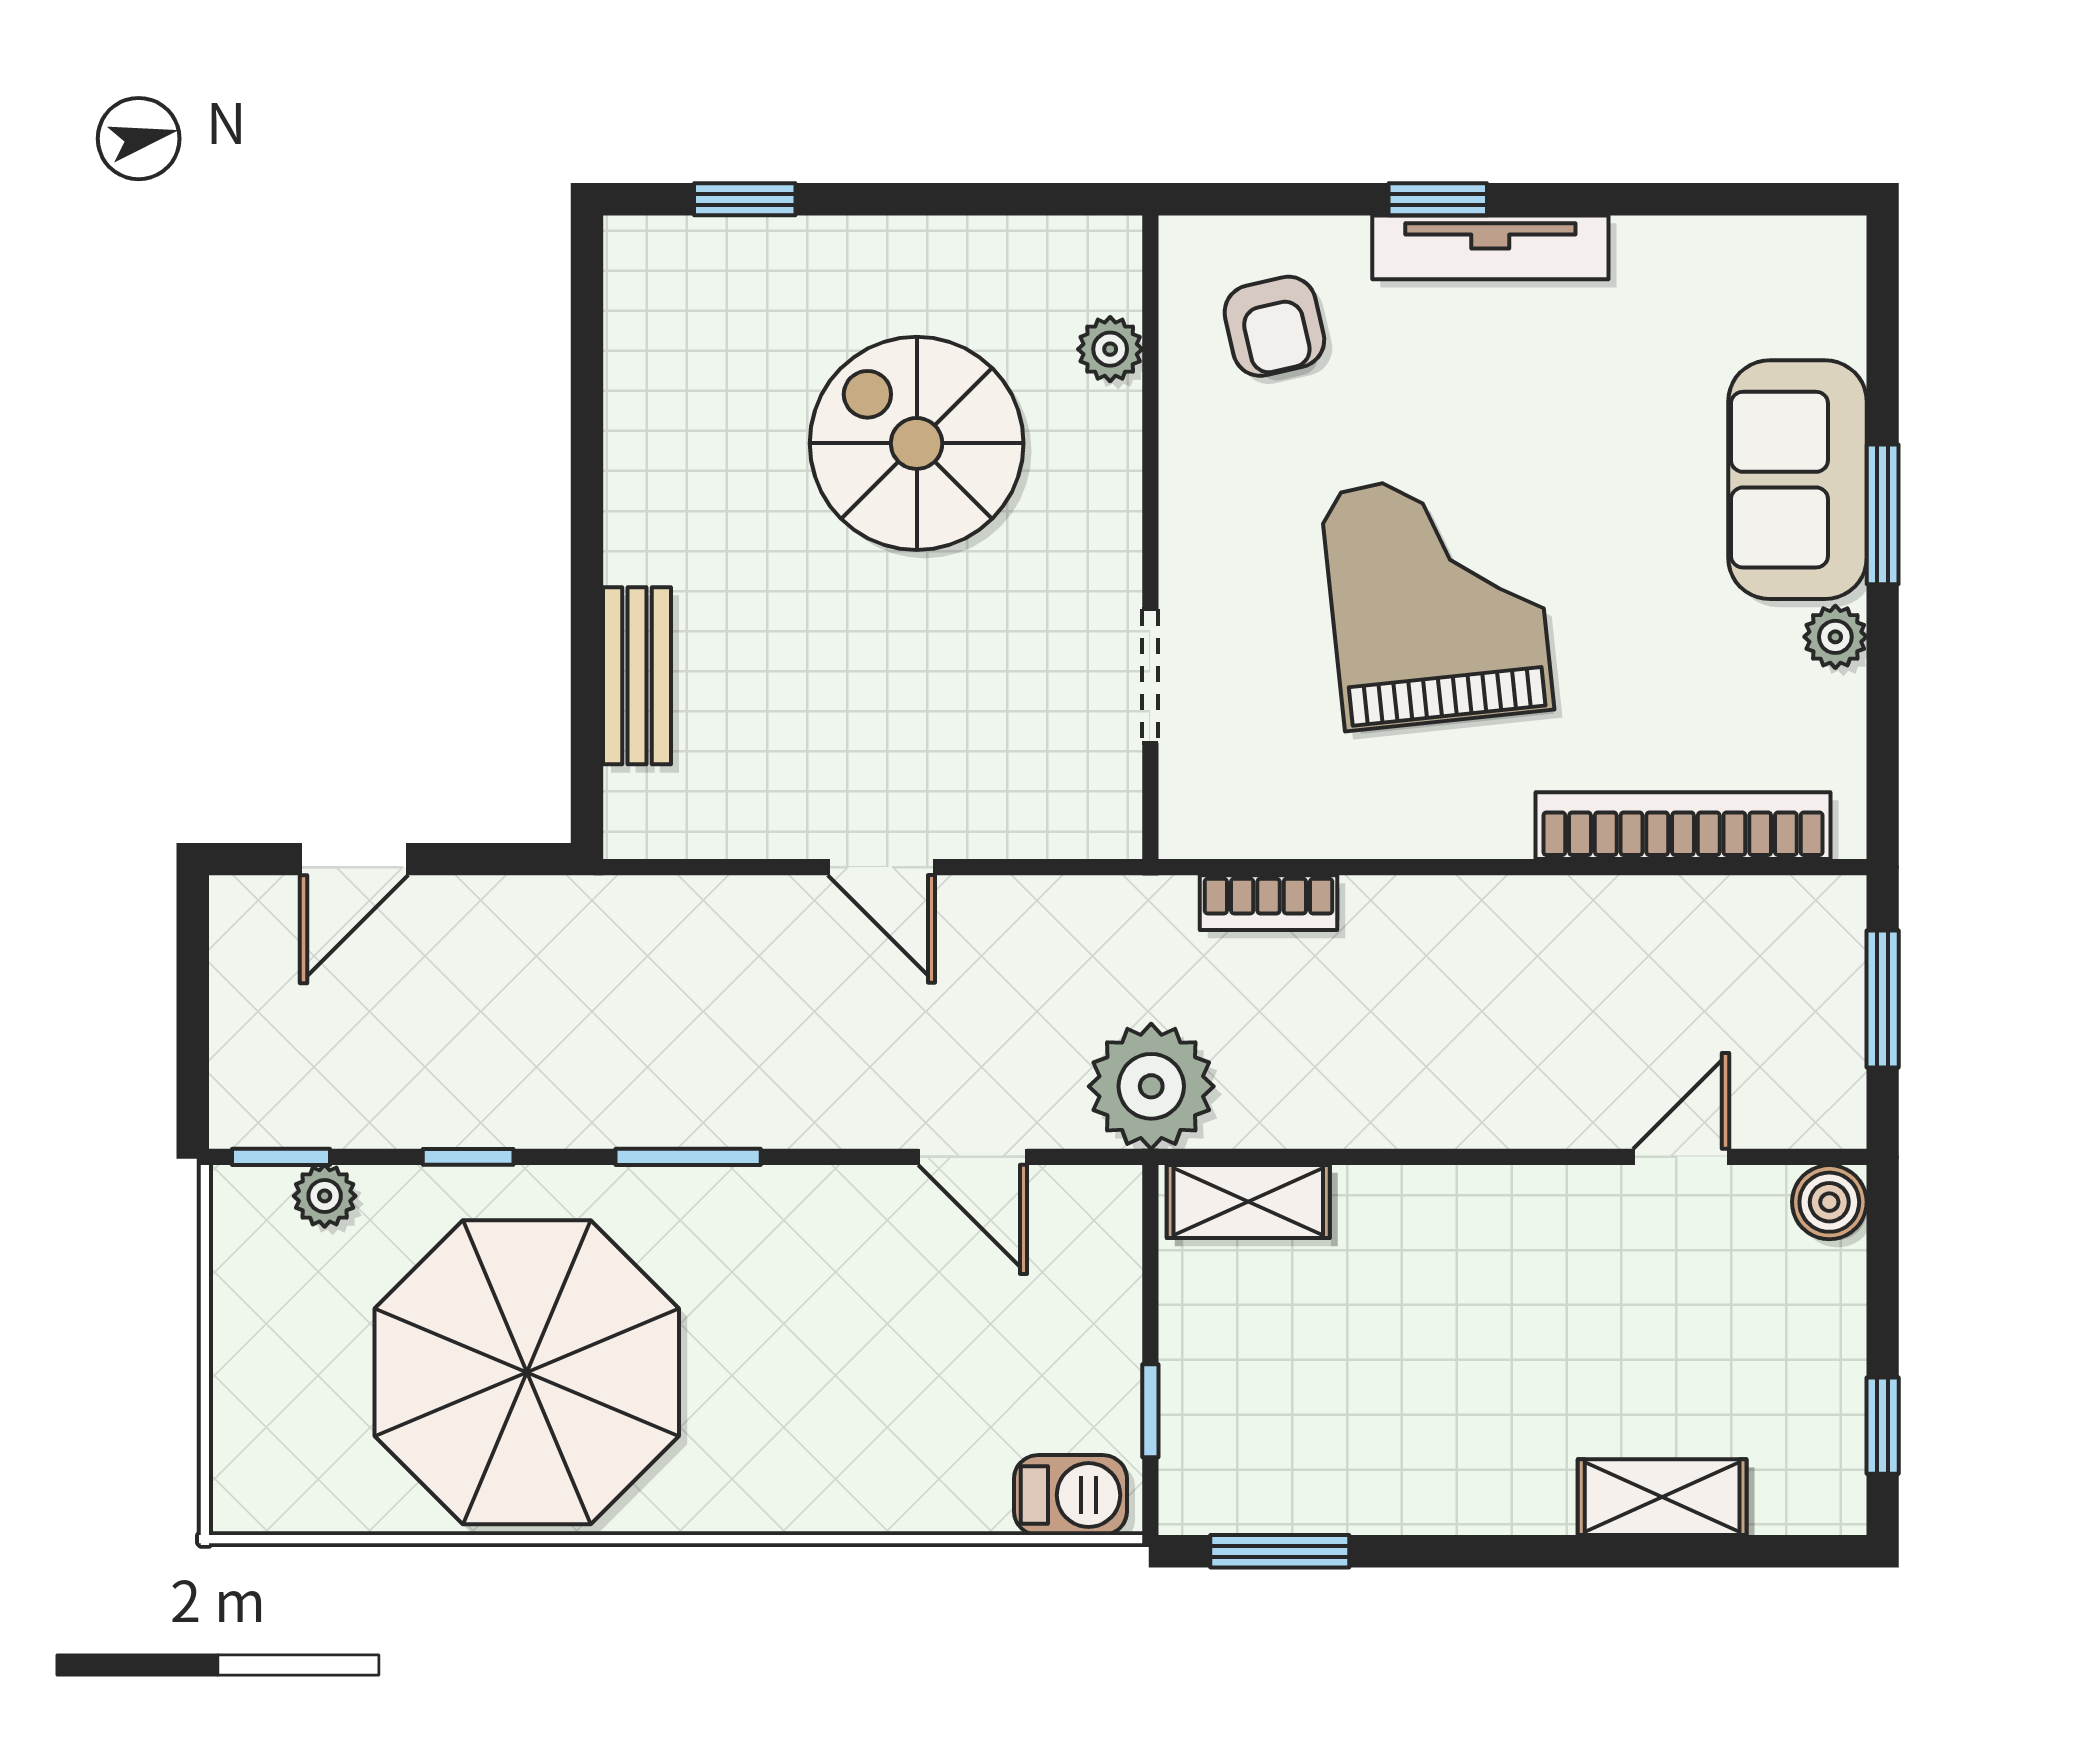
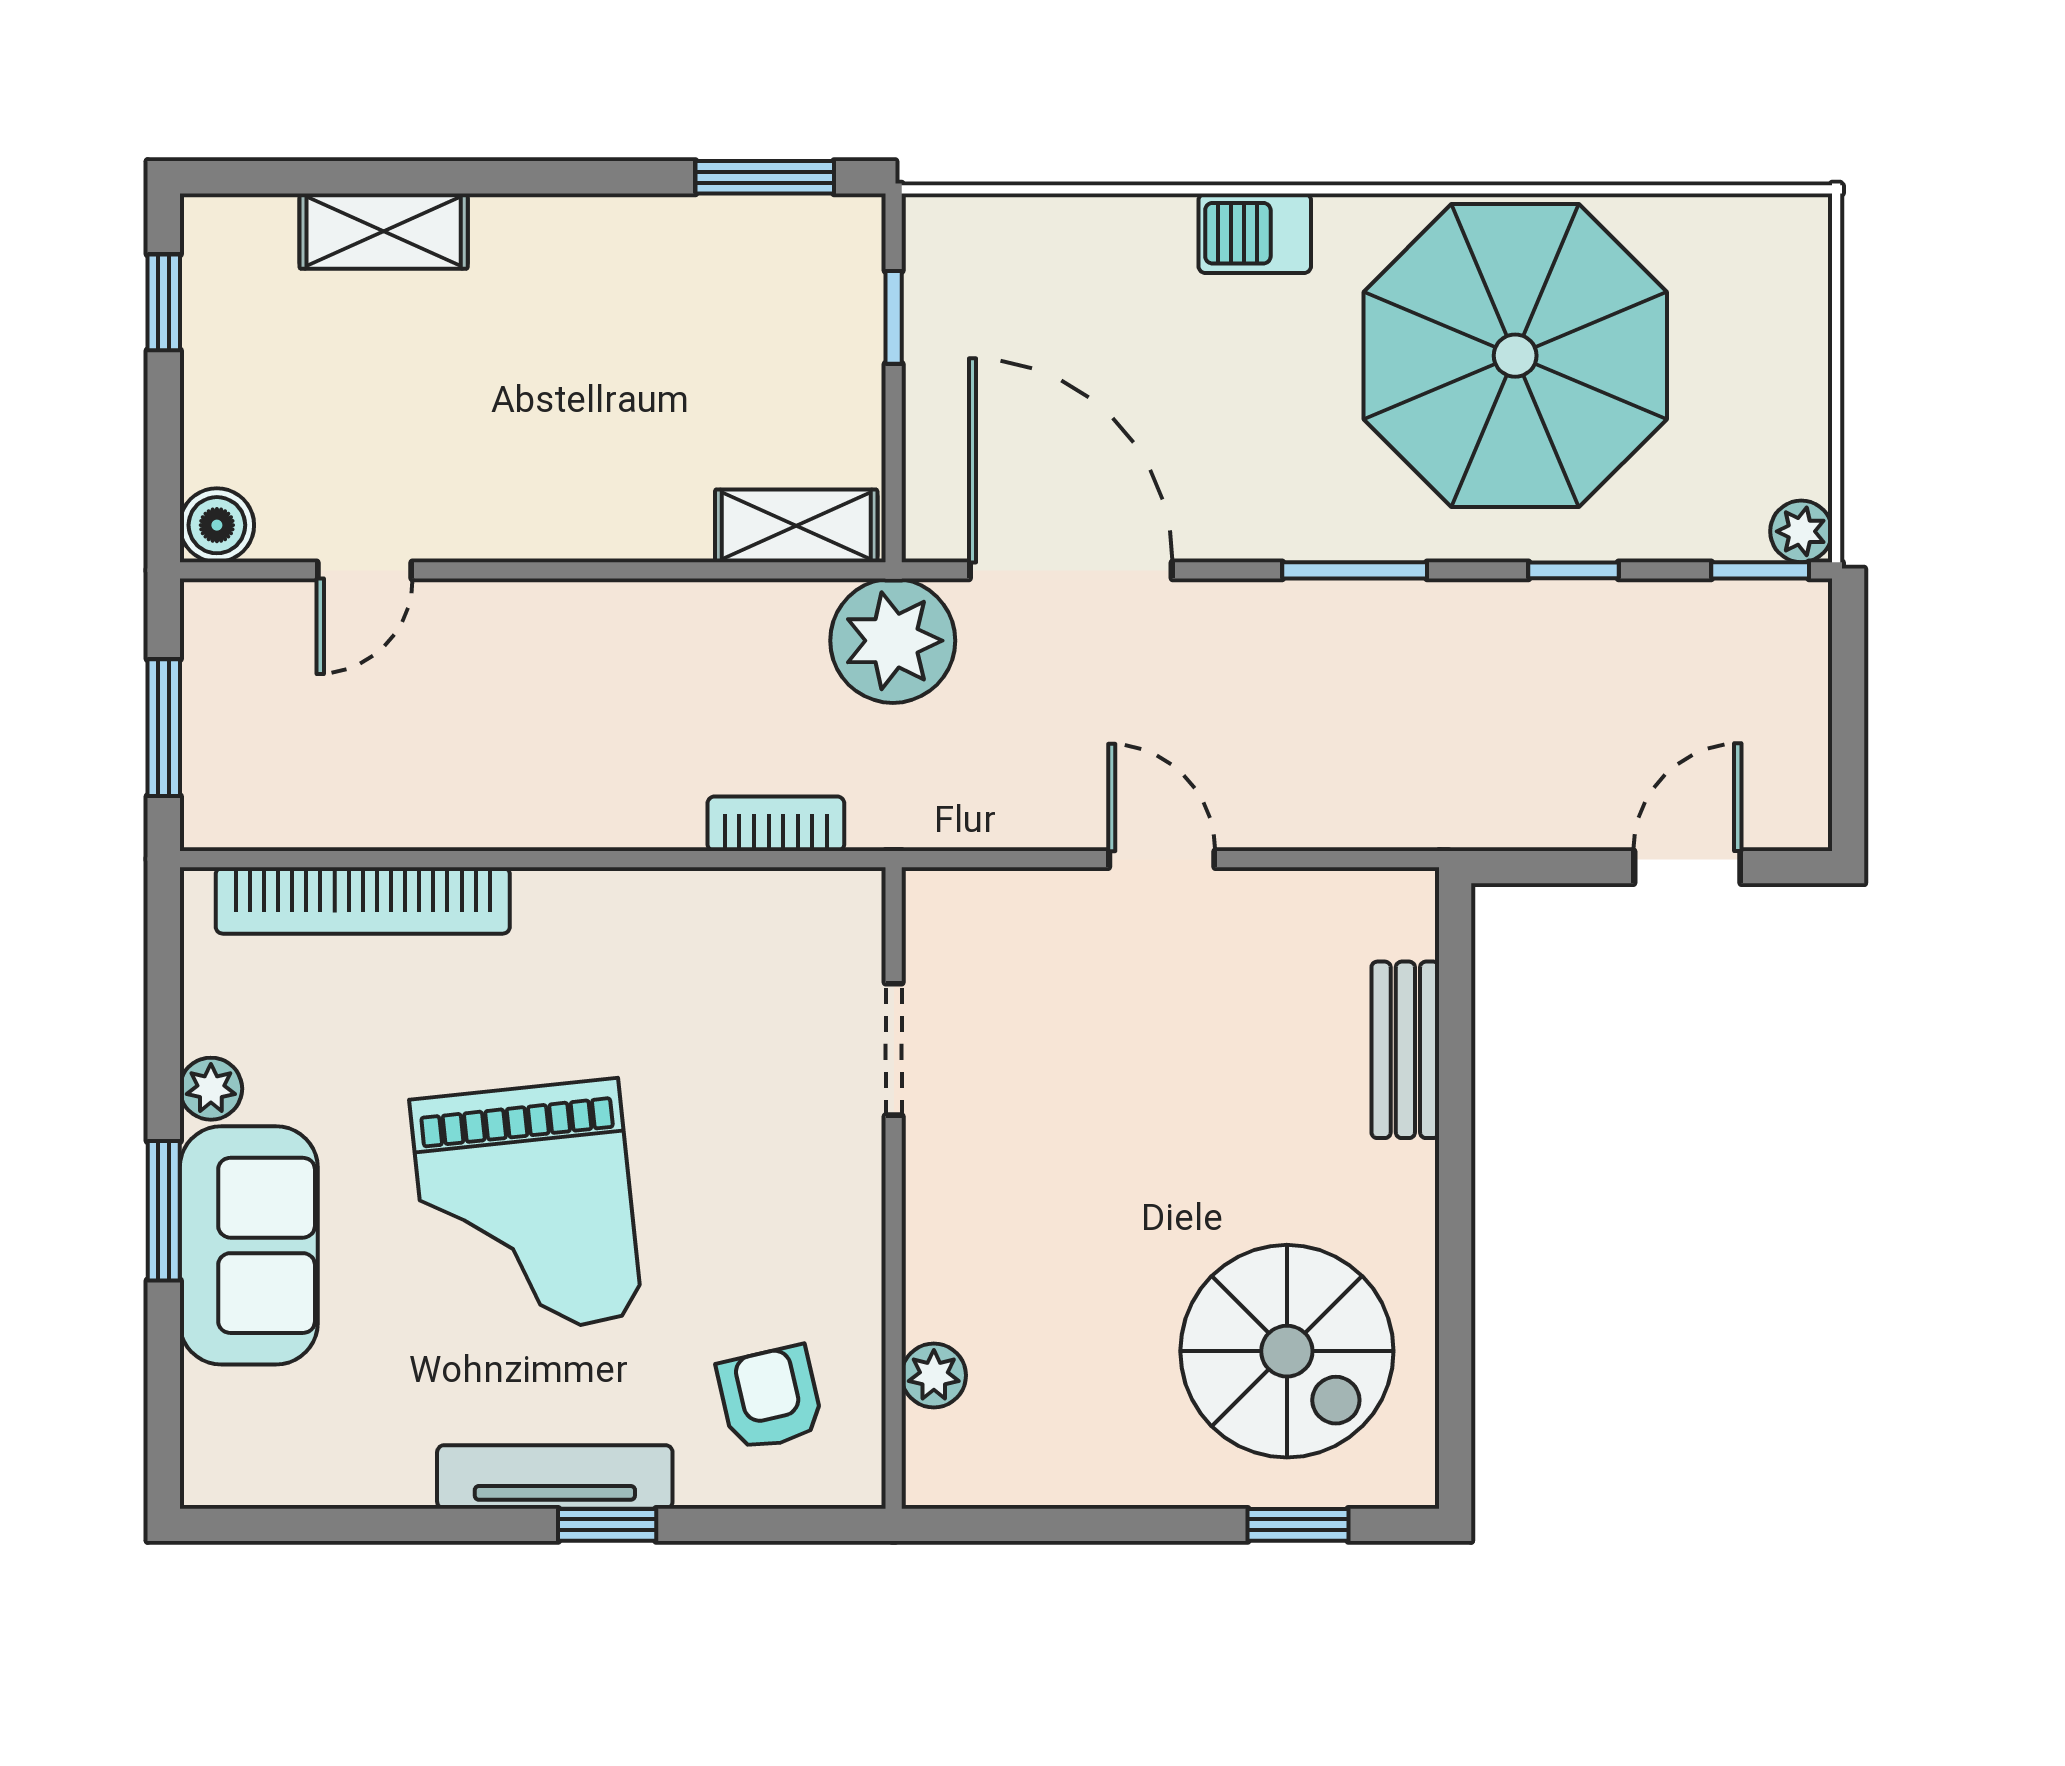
spiral stairs: (917, 443) -> (1287, 1351), moved
grand piano: (1437, 600) -> (526, 1209), moved
door: (973, 1157) -> (1071, 570), width x1.87
plant: (325, 1196) -> (1801, 531), moved
barbecue: (1070, 1495) -> (1255, 233), moved

